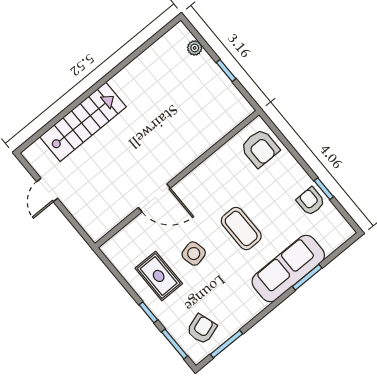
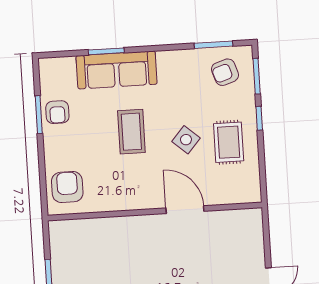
window: (324, 189) -> (39, 115), width x1.50
side table: (194, 254) -> (186, 140), turned -36

